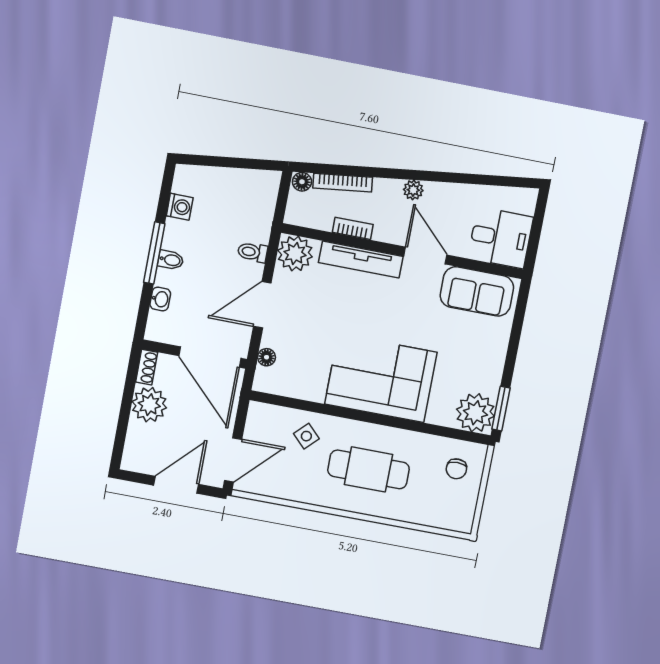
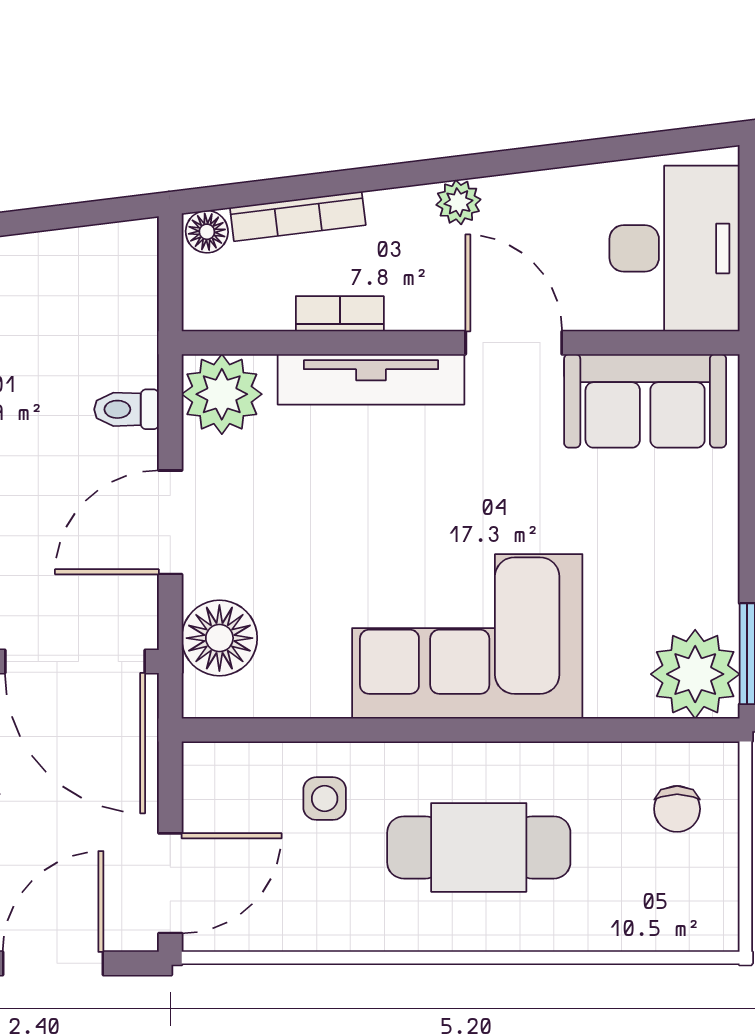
desk: (501, 238) -> (675, 248), width x1.37
floor lamp: (266, 357) -> (219, 638), width x1.89, depth x1.89
side table: (306, 436) -> (325, 799), turned 45

